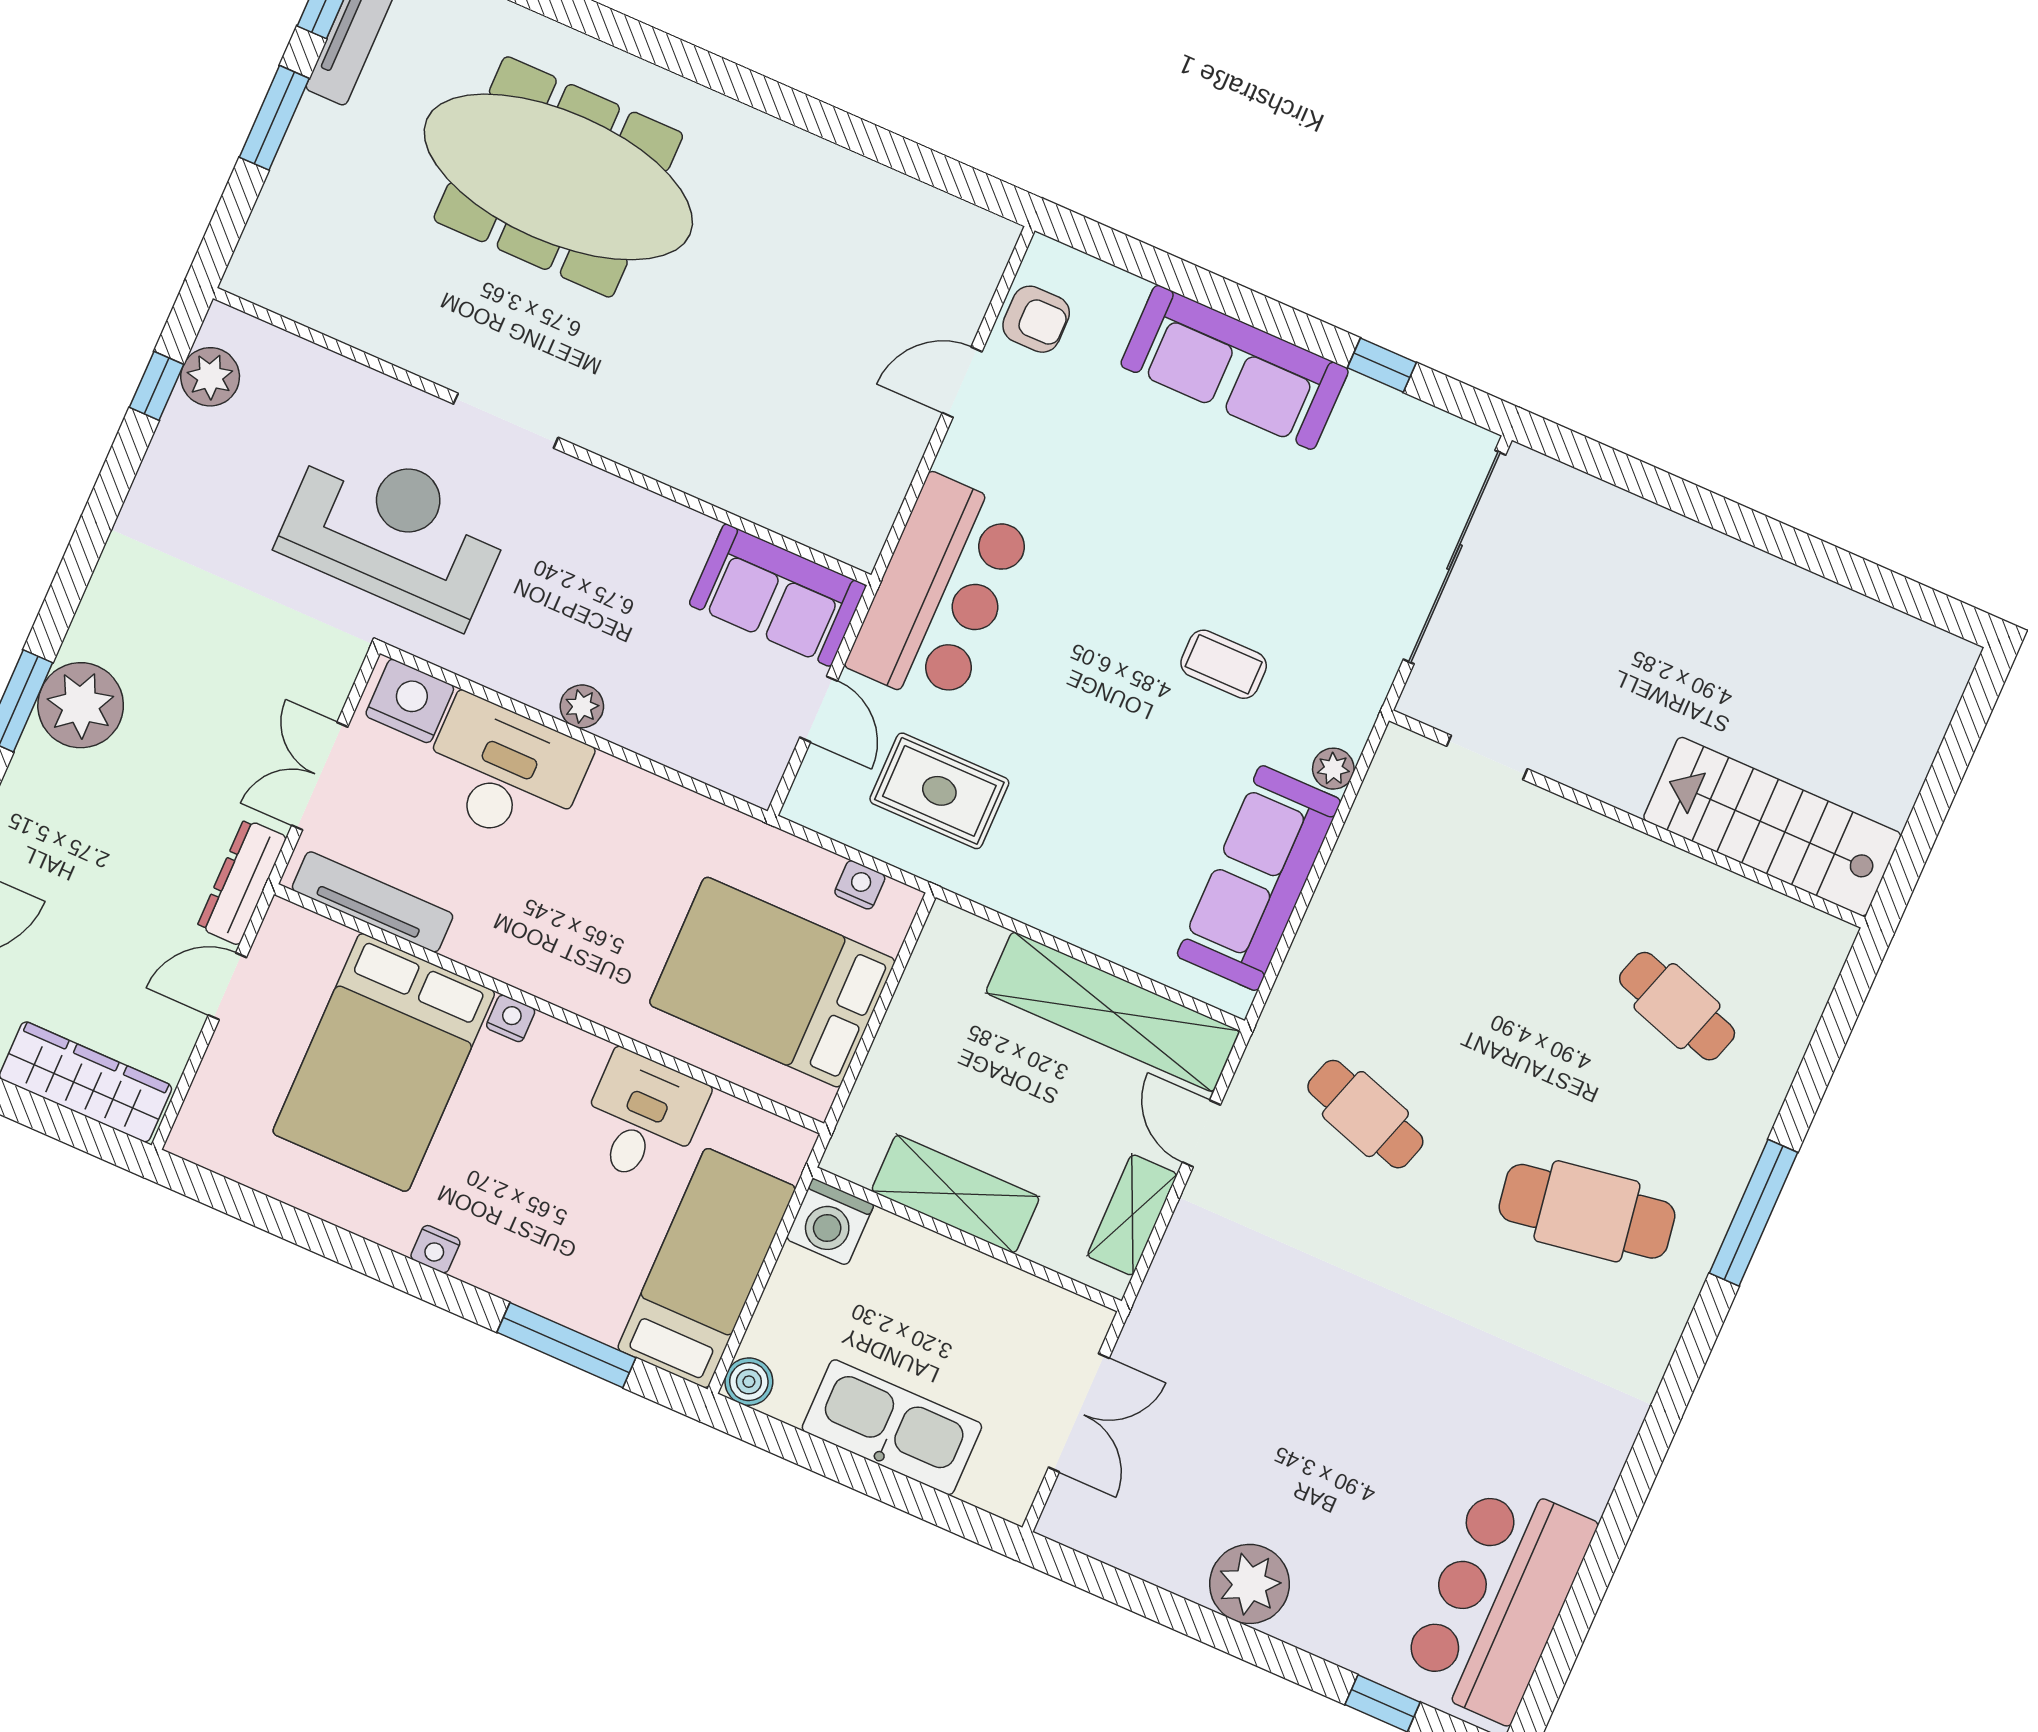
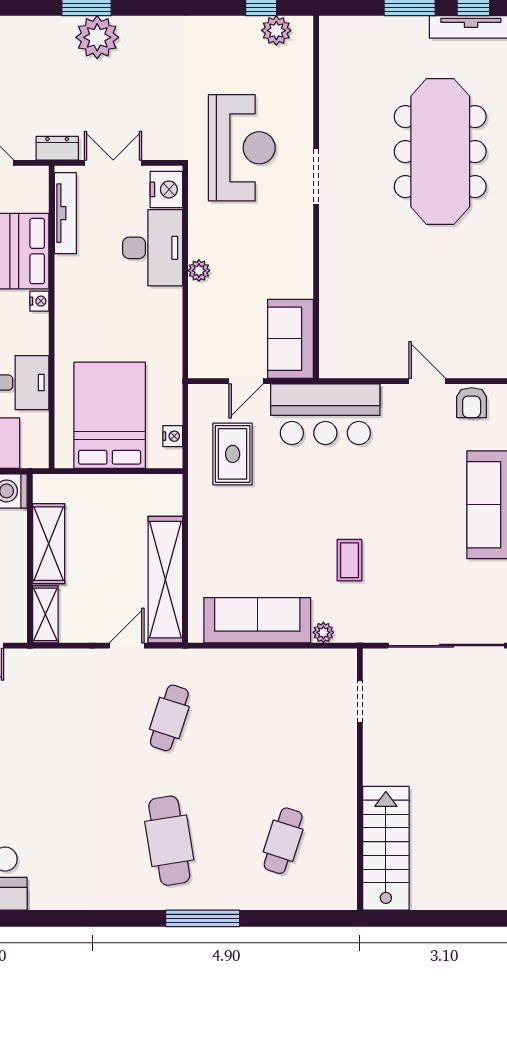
dresser: (242, 882) -> (57, 148), width x0.70
shelving: (1132, 1215) -> (45, 614), moved, turned 90

